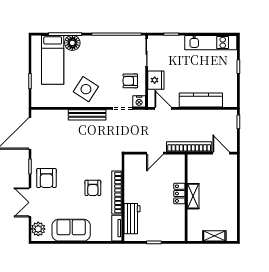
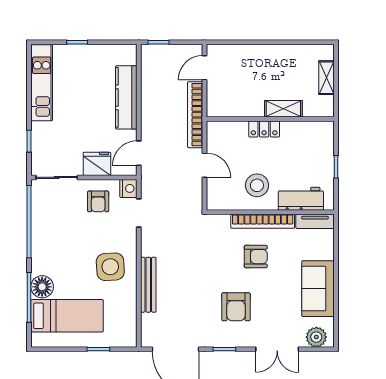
side table: (86, 89) -> (110, 267), turned -36
bench: (87, 115) -> (148, 285), moved
armchair: (46, 178) -> (236, 307), moved, turned 90
stool: (141, 189) -> (257, 185), added
shelving: (193, 196) -> (283, 109), moved

